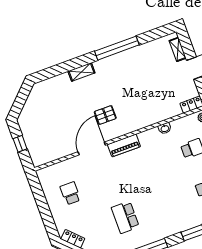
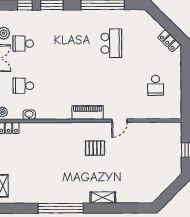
washbasin: (165, 128) -> (29, 115), moved
door: (92, 148) -> (119, 121), width x0.53

